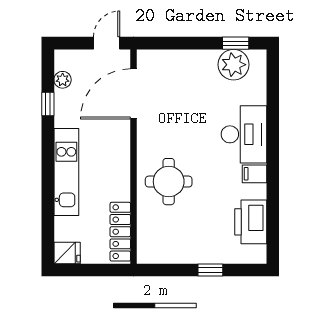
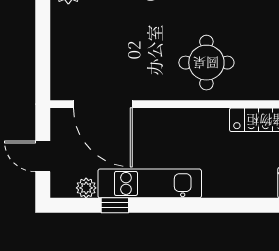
door: (107, 43) -> (43, 156), moved
kitchen unit: (66, 172) -> (150, 183), moved

